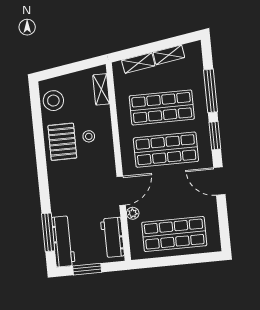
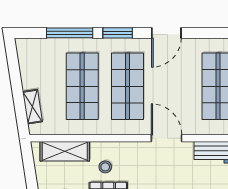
shelving: (169, 55) -> (27, 73), removed
shelving: (101, 89) -> (65, 151), width x1.50, depth x1.33
plant: (133, 213) -> (192, 128), removed

